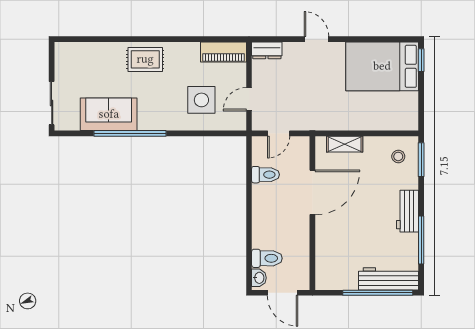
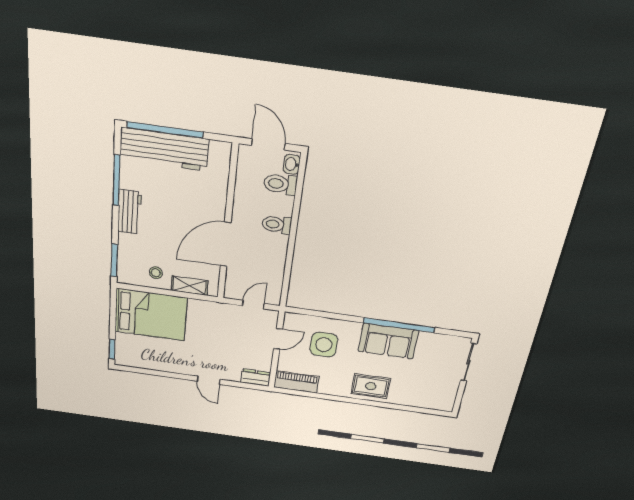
bed: (382, 66) -> (151, 315), moved
sofa: (109, 114) -> (388, 341), moved
stool: (398, 156) -> (156, 273), moved
toilet: (266, 175) -> (277, 225), moved
workbench: (389, 279) -> (164, 149), width x1.36, depth x1.32

